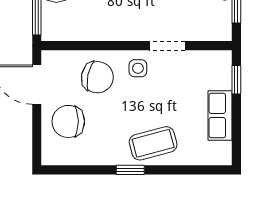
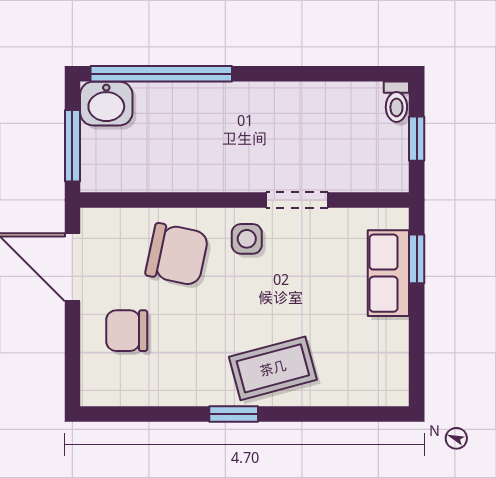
row of seats: (220, 116) -> (388, 273), moved
chair: (68, 121) -> (127, 331), width x0.73, depth x0.73

